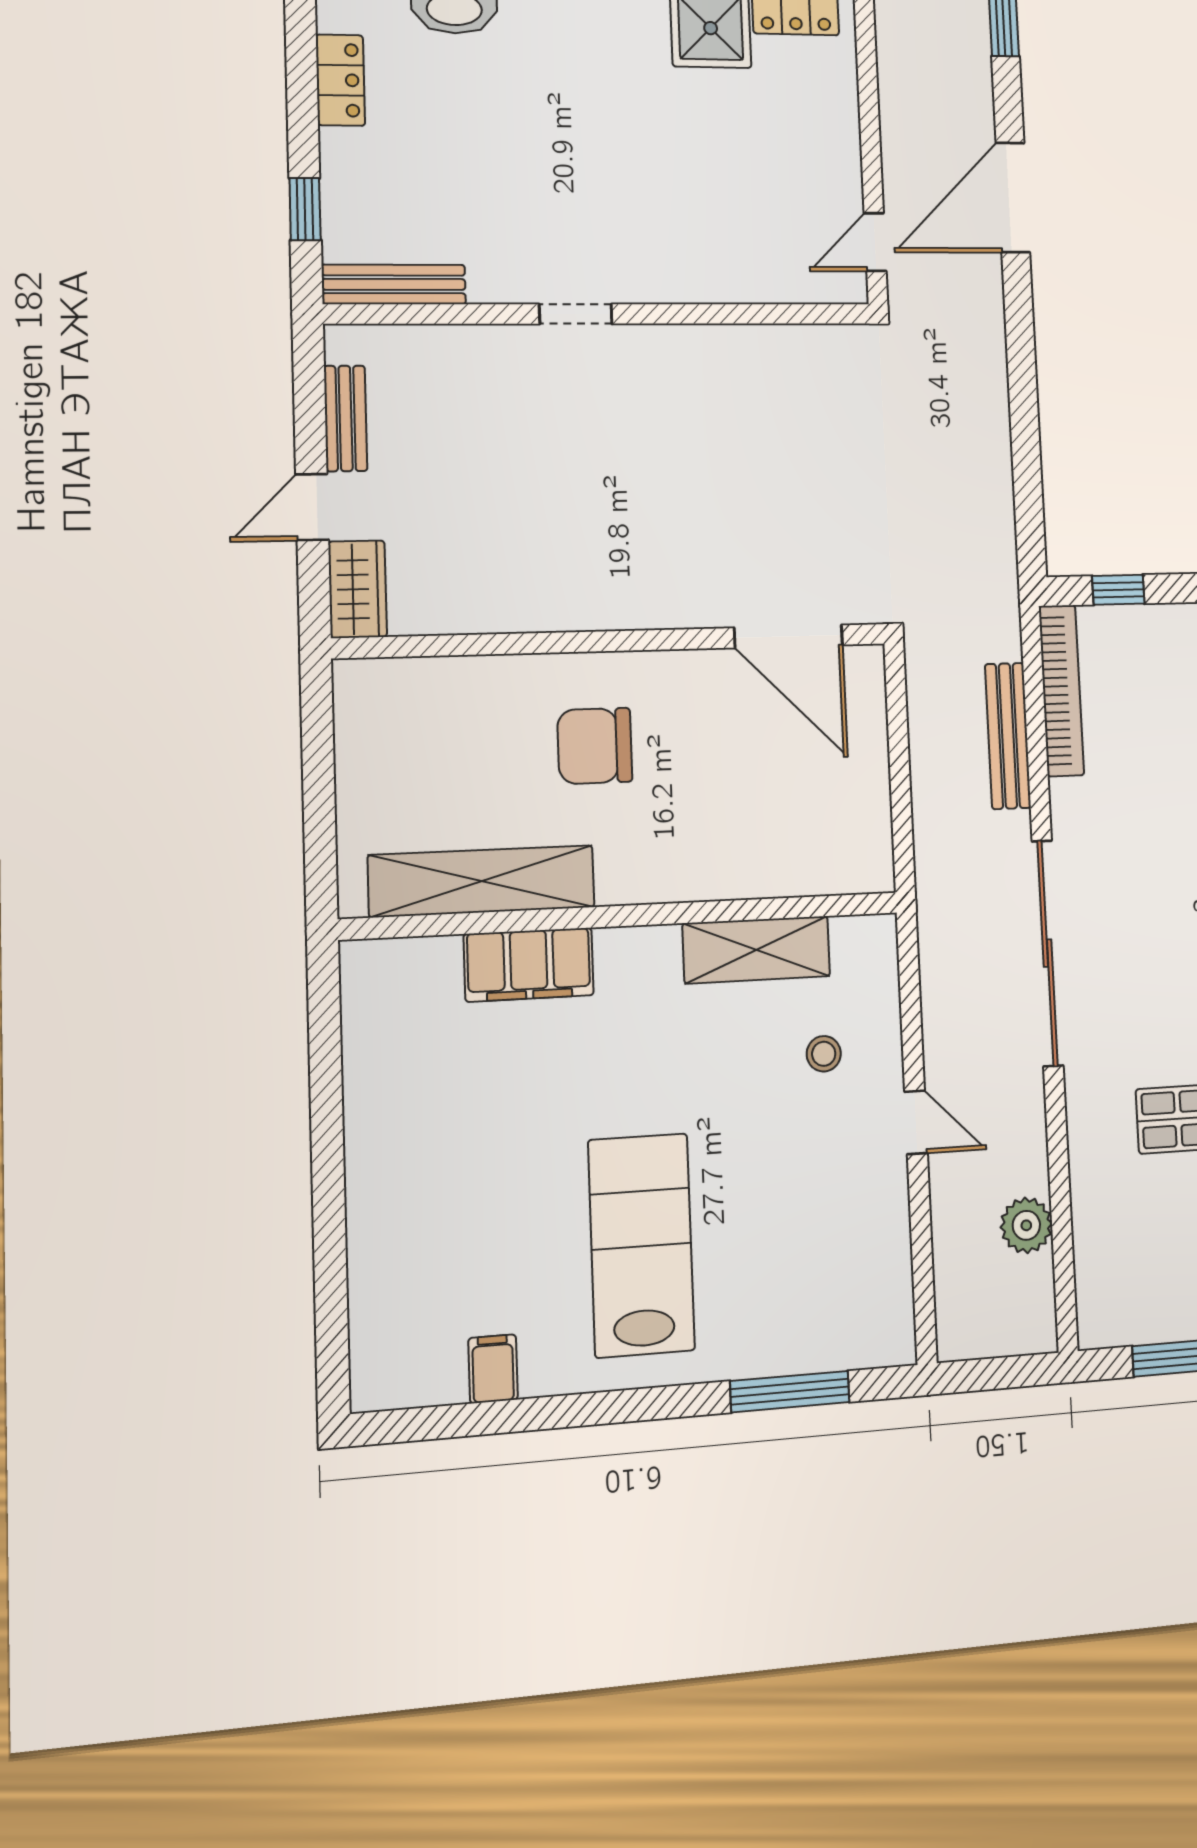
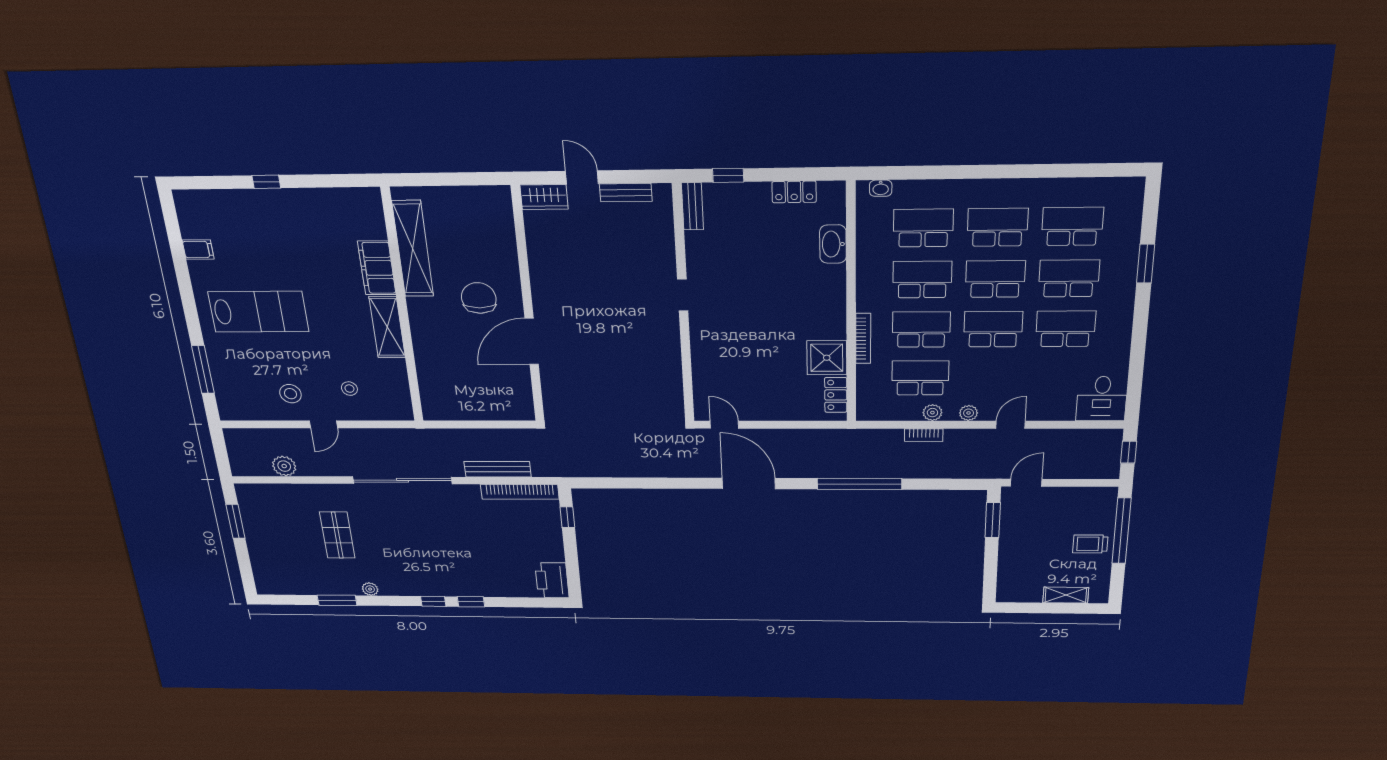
bench: (394, 284) -> (692, 206), width x0.73
door: (788, 636) -> (532, 341), moved
shelving: (756, 950) -> (387, 327), moved
stool: (842, 1192) -> (290, 394), added
window: (329, 1193) -> (266, 182), added

